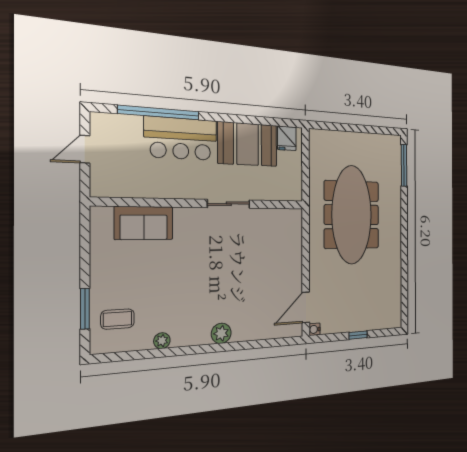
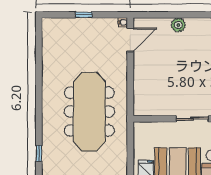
window: (404, 165) -> (39, 153), width x0.46
plant: (221, 333) -> (178, 25), moved

